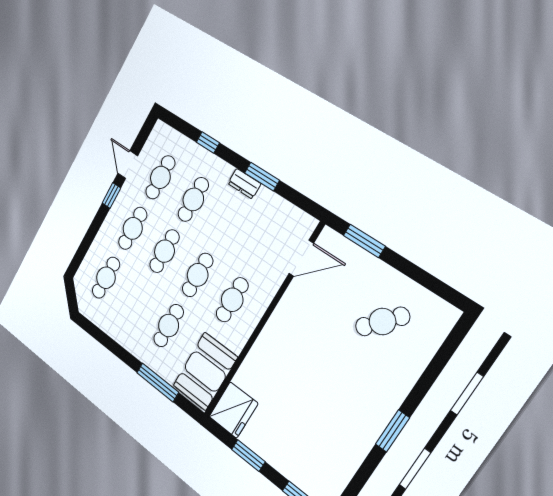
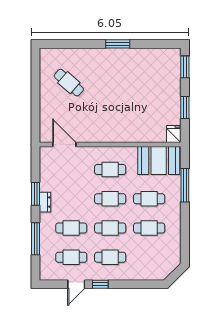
window: (208, 143) -> (35, 239), width x2.17
window: (364, 241) -> (35, 117), removed
cafe table: (106, 278) -> (149, 228), moved
fridge: (233, 410) -> (174, 134), width x0.53, depth x0.75

